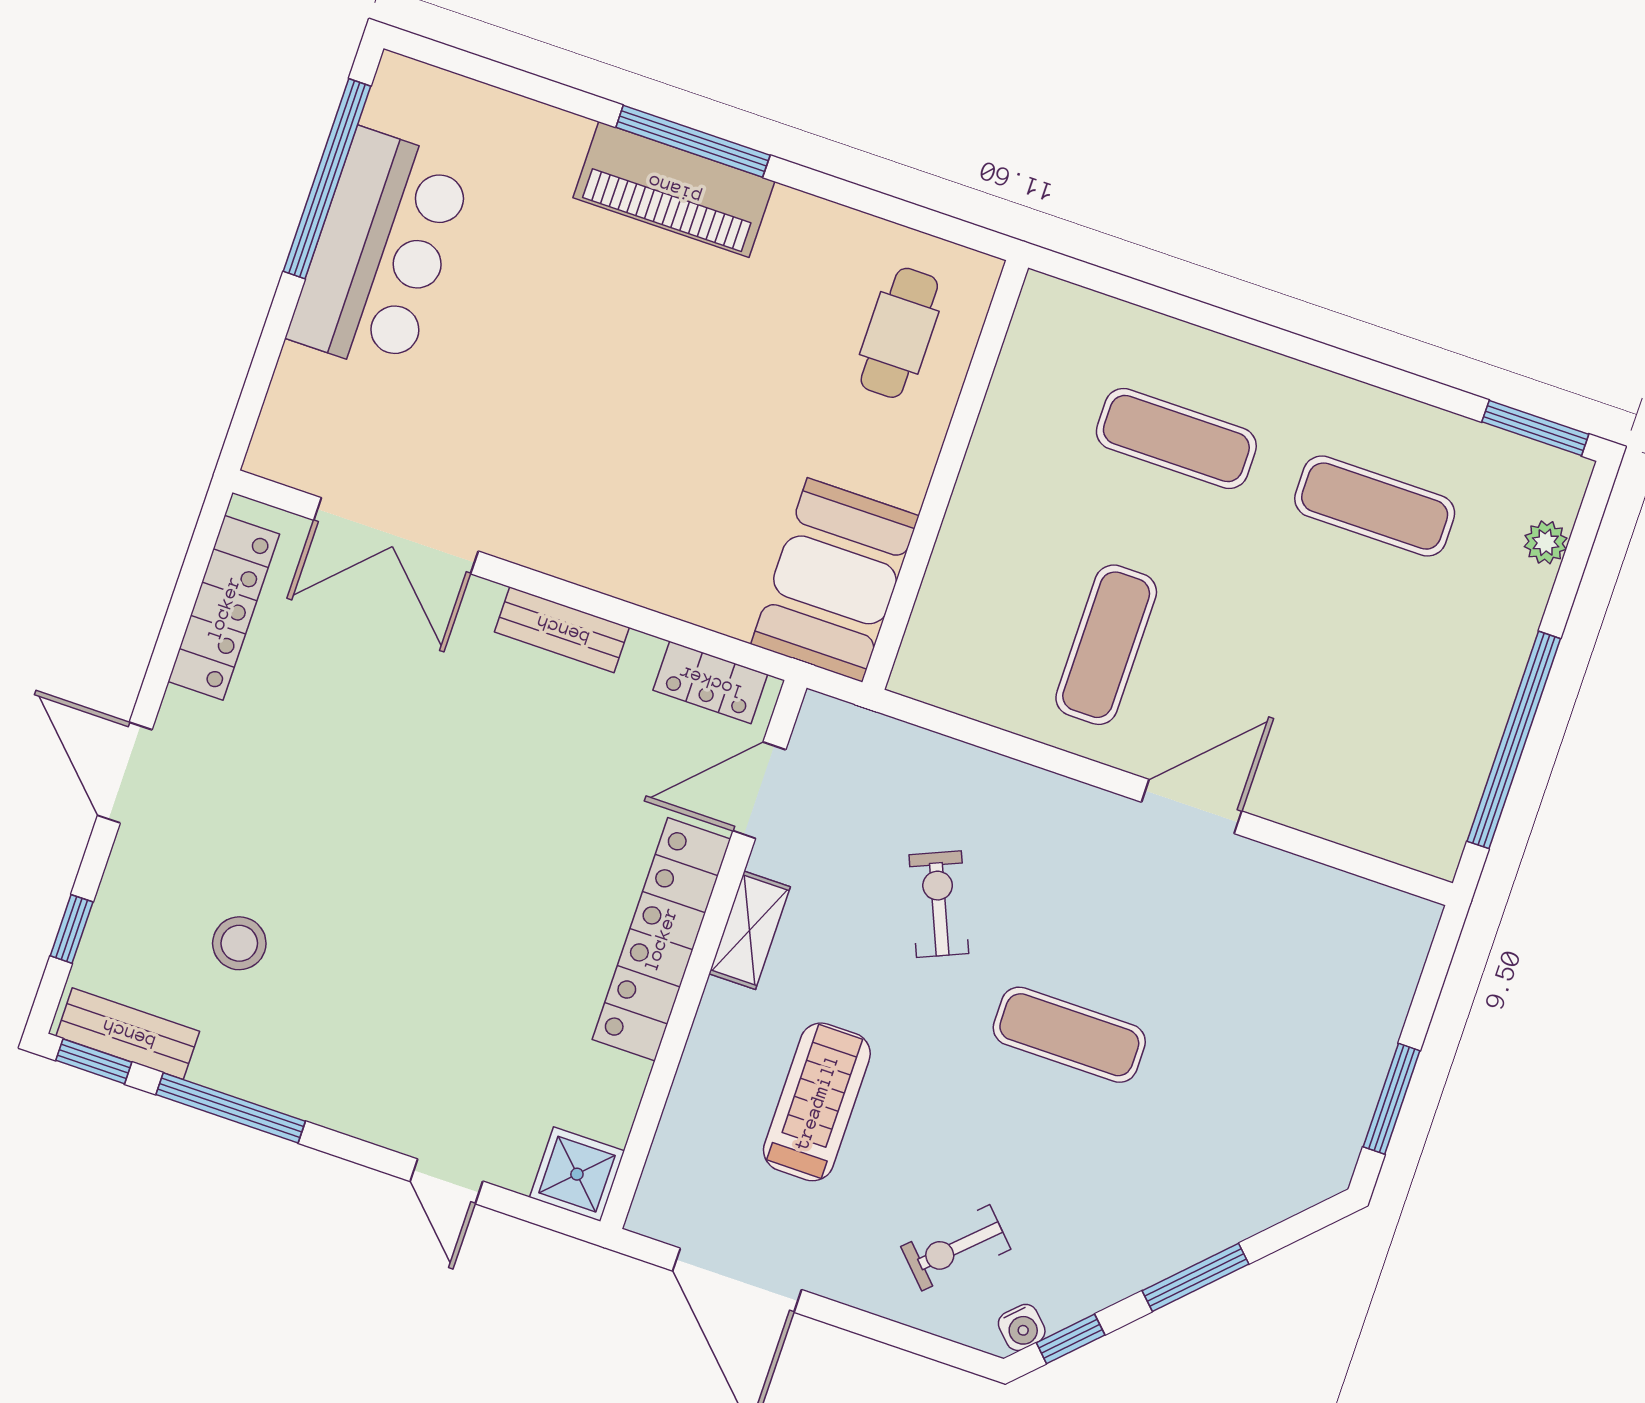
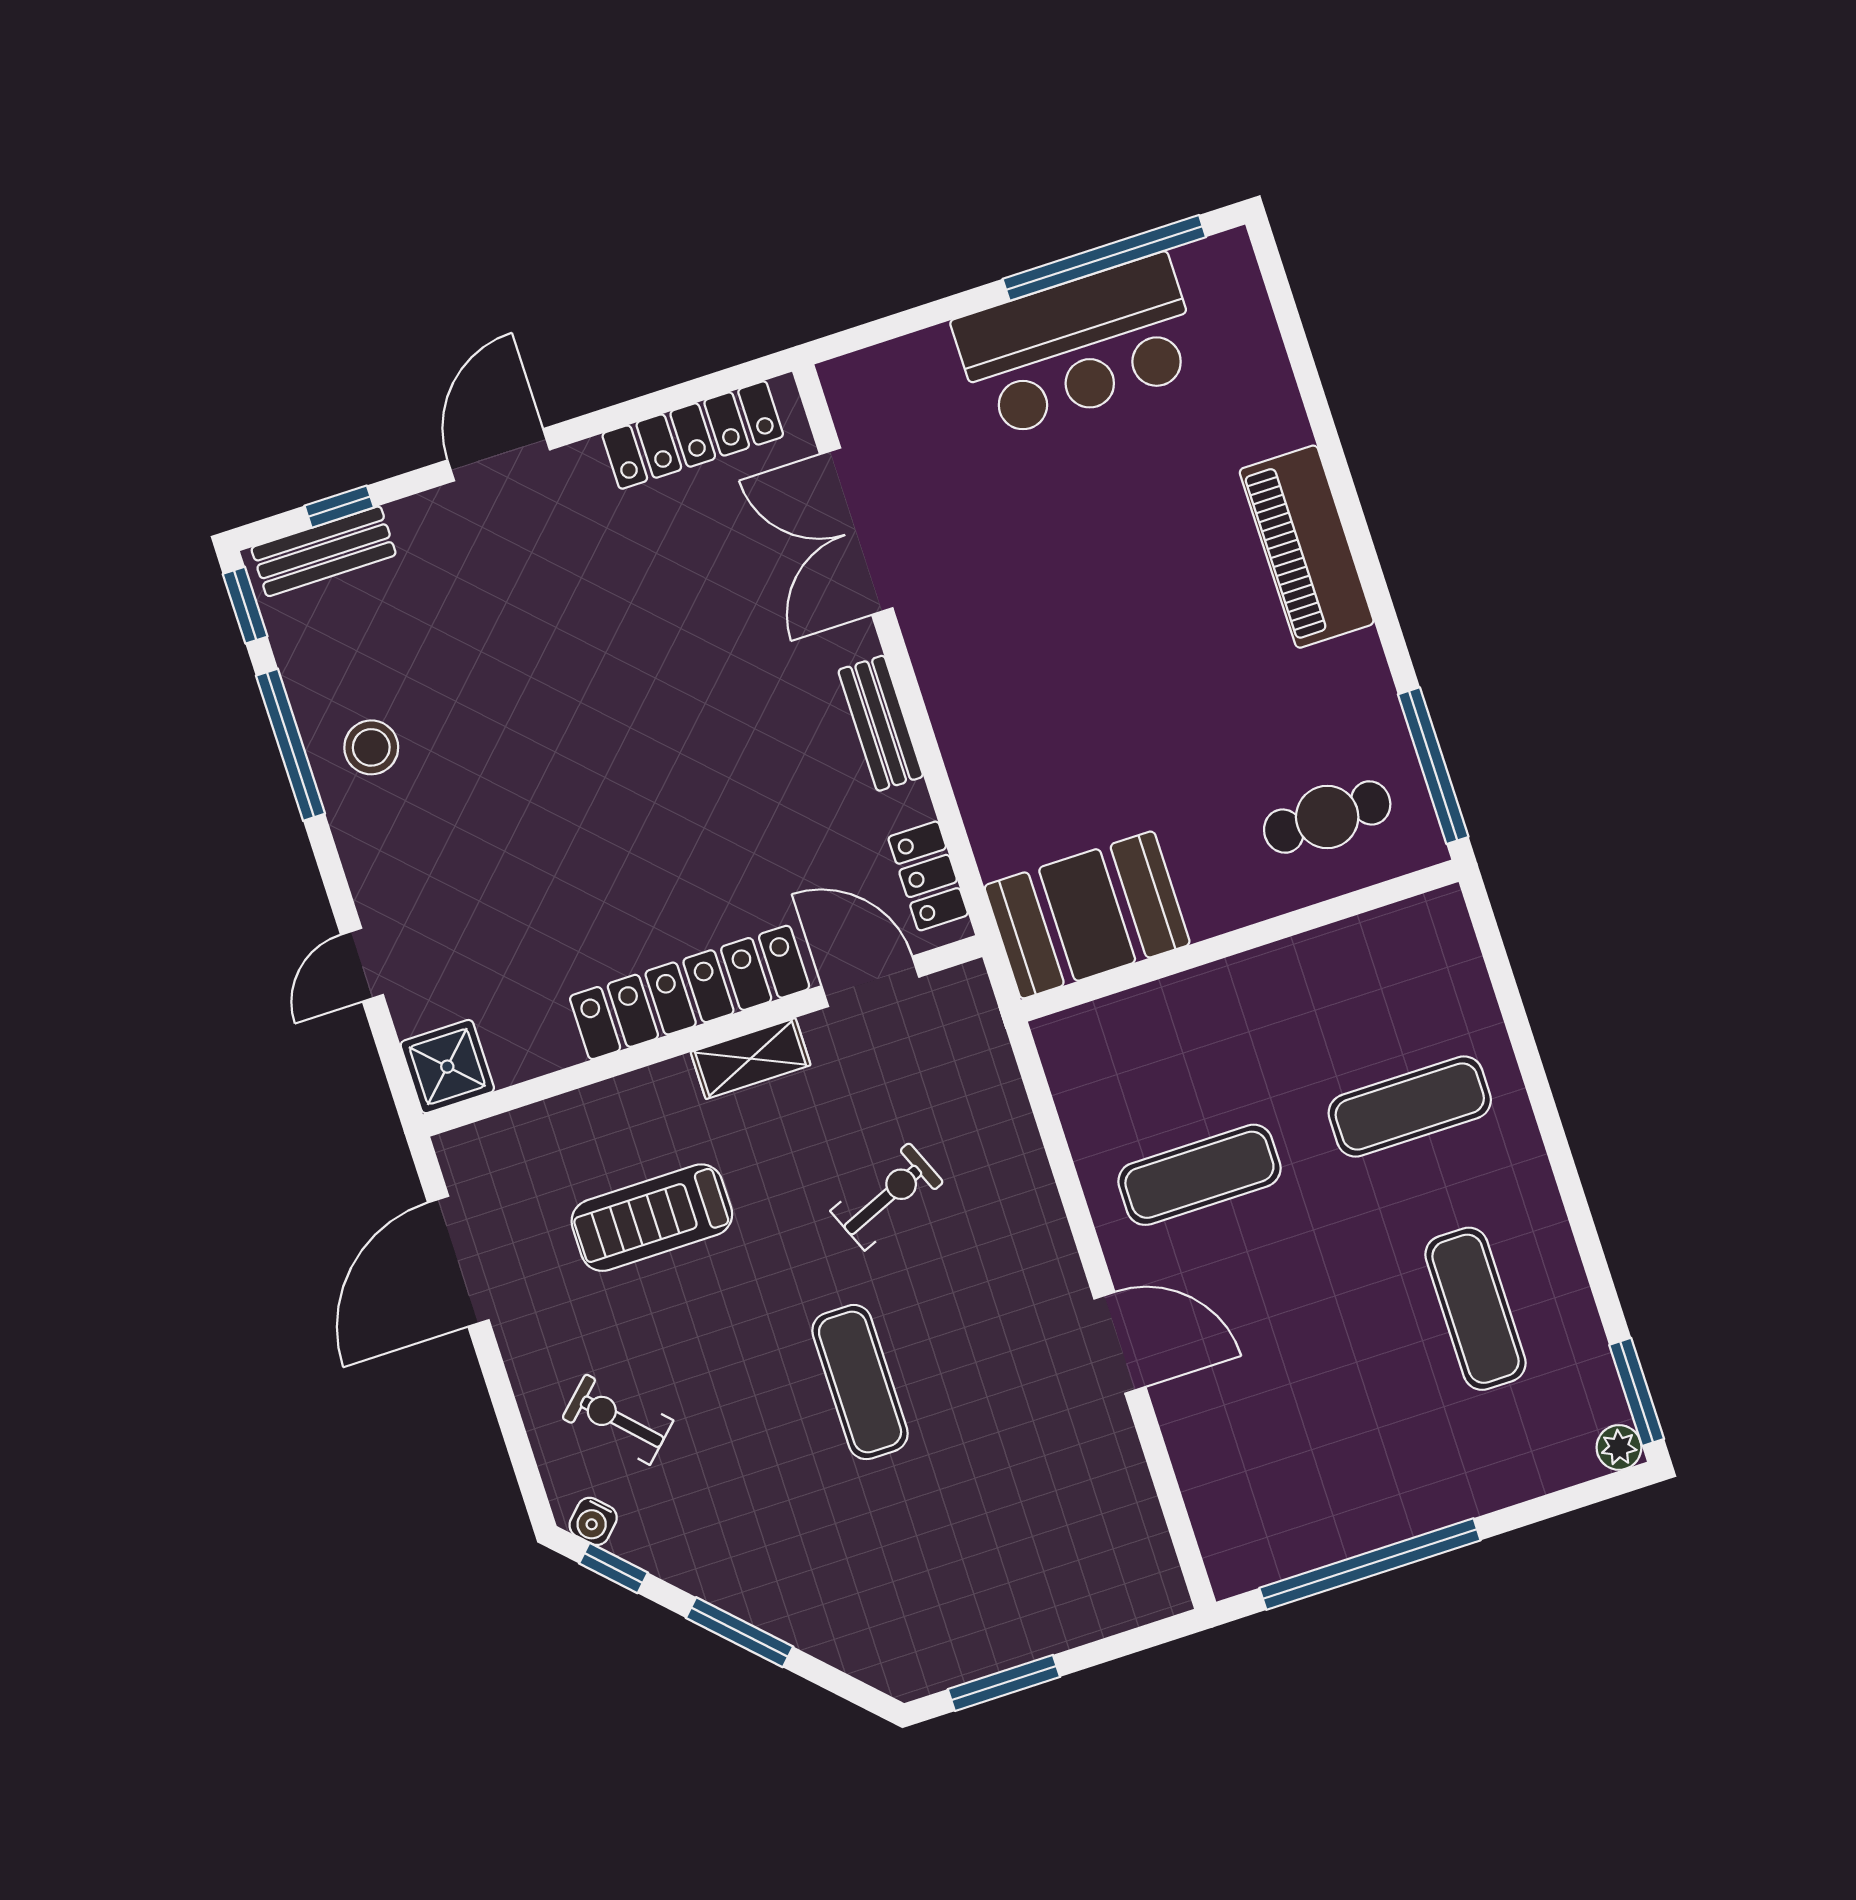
window: (693, 141) -> (1433, 766), moved
exercise mat: (1176, 439) -> (1410, 1106), turned 90
plant: (1546, 542) -> (1619, 1447), moved
stool: (239, 943) -> (371, 747), moved
bench: (128, 1034) -> (324, 551), moved, turned 90
treadmill: (817, 1102) -> (652, 1218), turned 180

